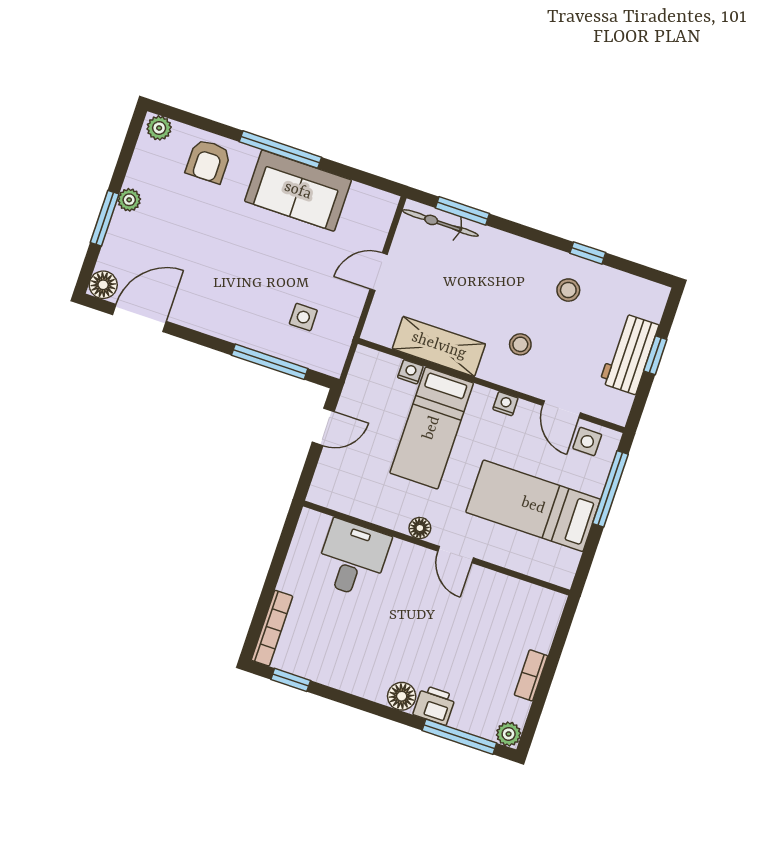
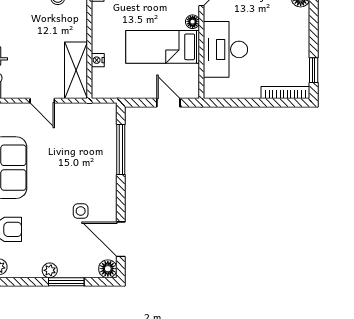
side table: (303, 317) -> (81, 211), moved
shelving: (439, 346) -> (76, 70), moved
door: (323, 427) -> (168, 103), moved
bed: (432, 428) -> (163, 47), moved, turned 180
desk: (353, 559) -> (225, 49), width x1.37

